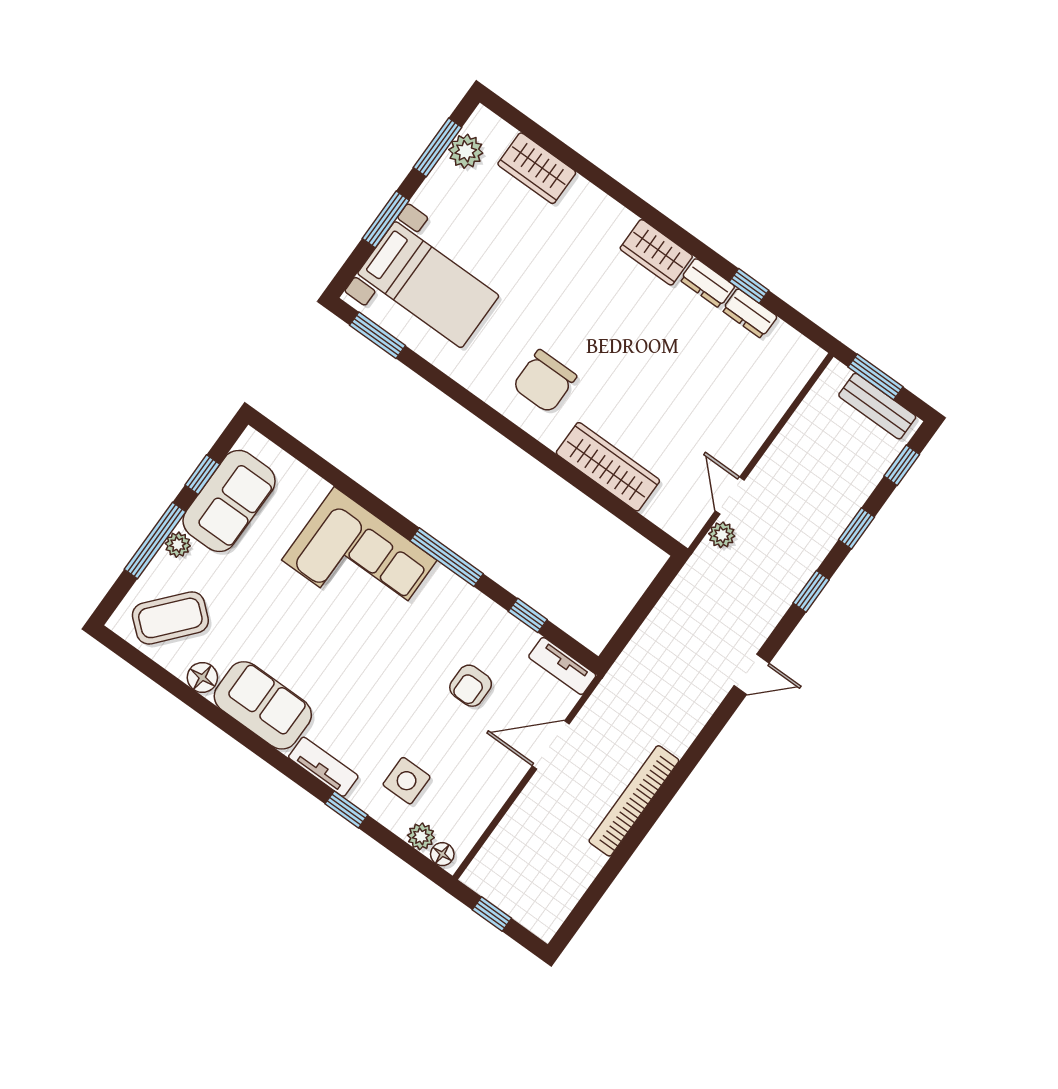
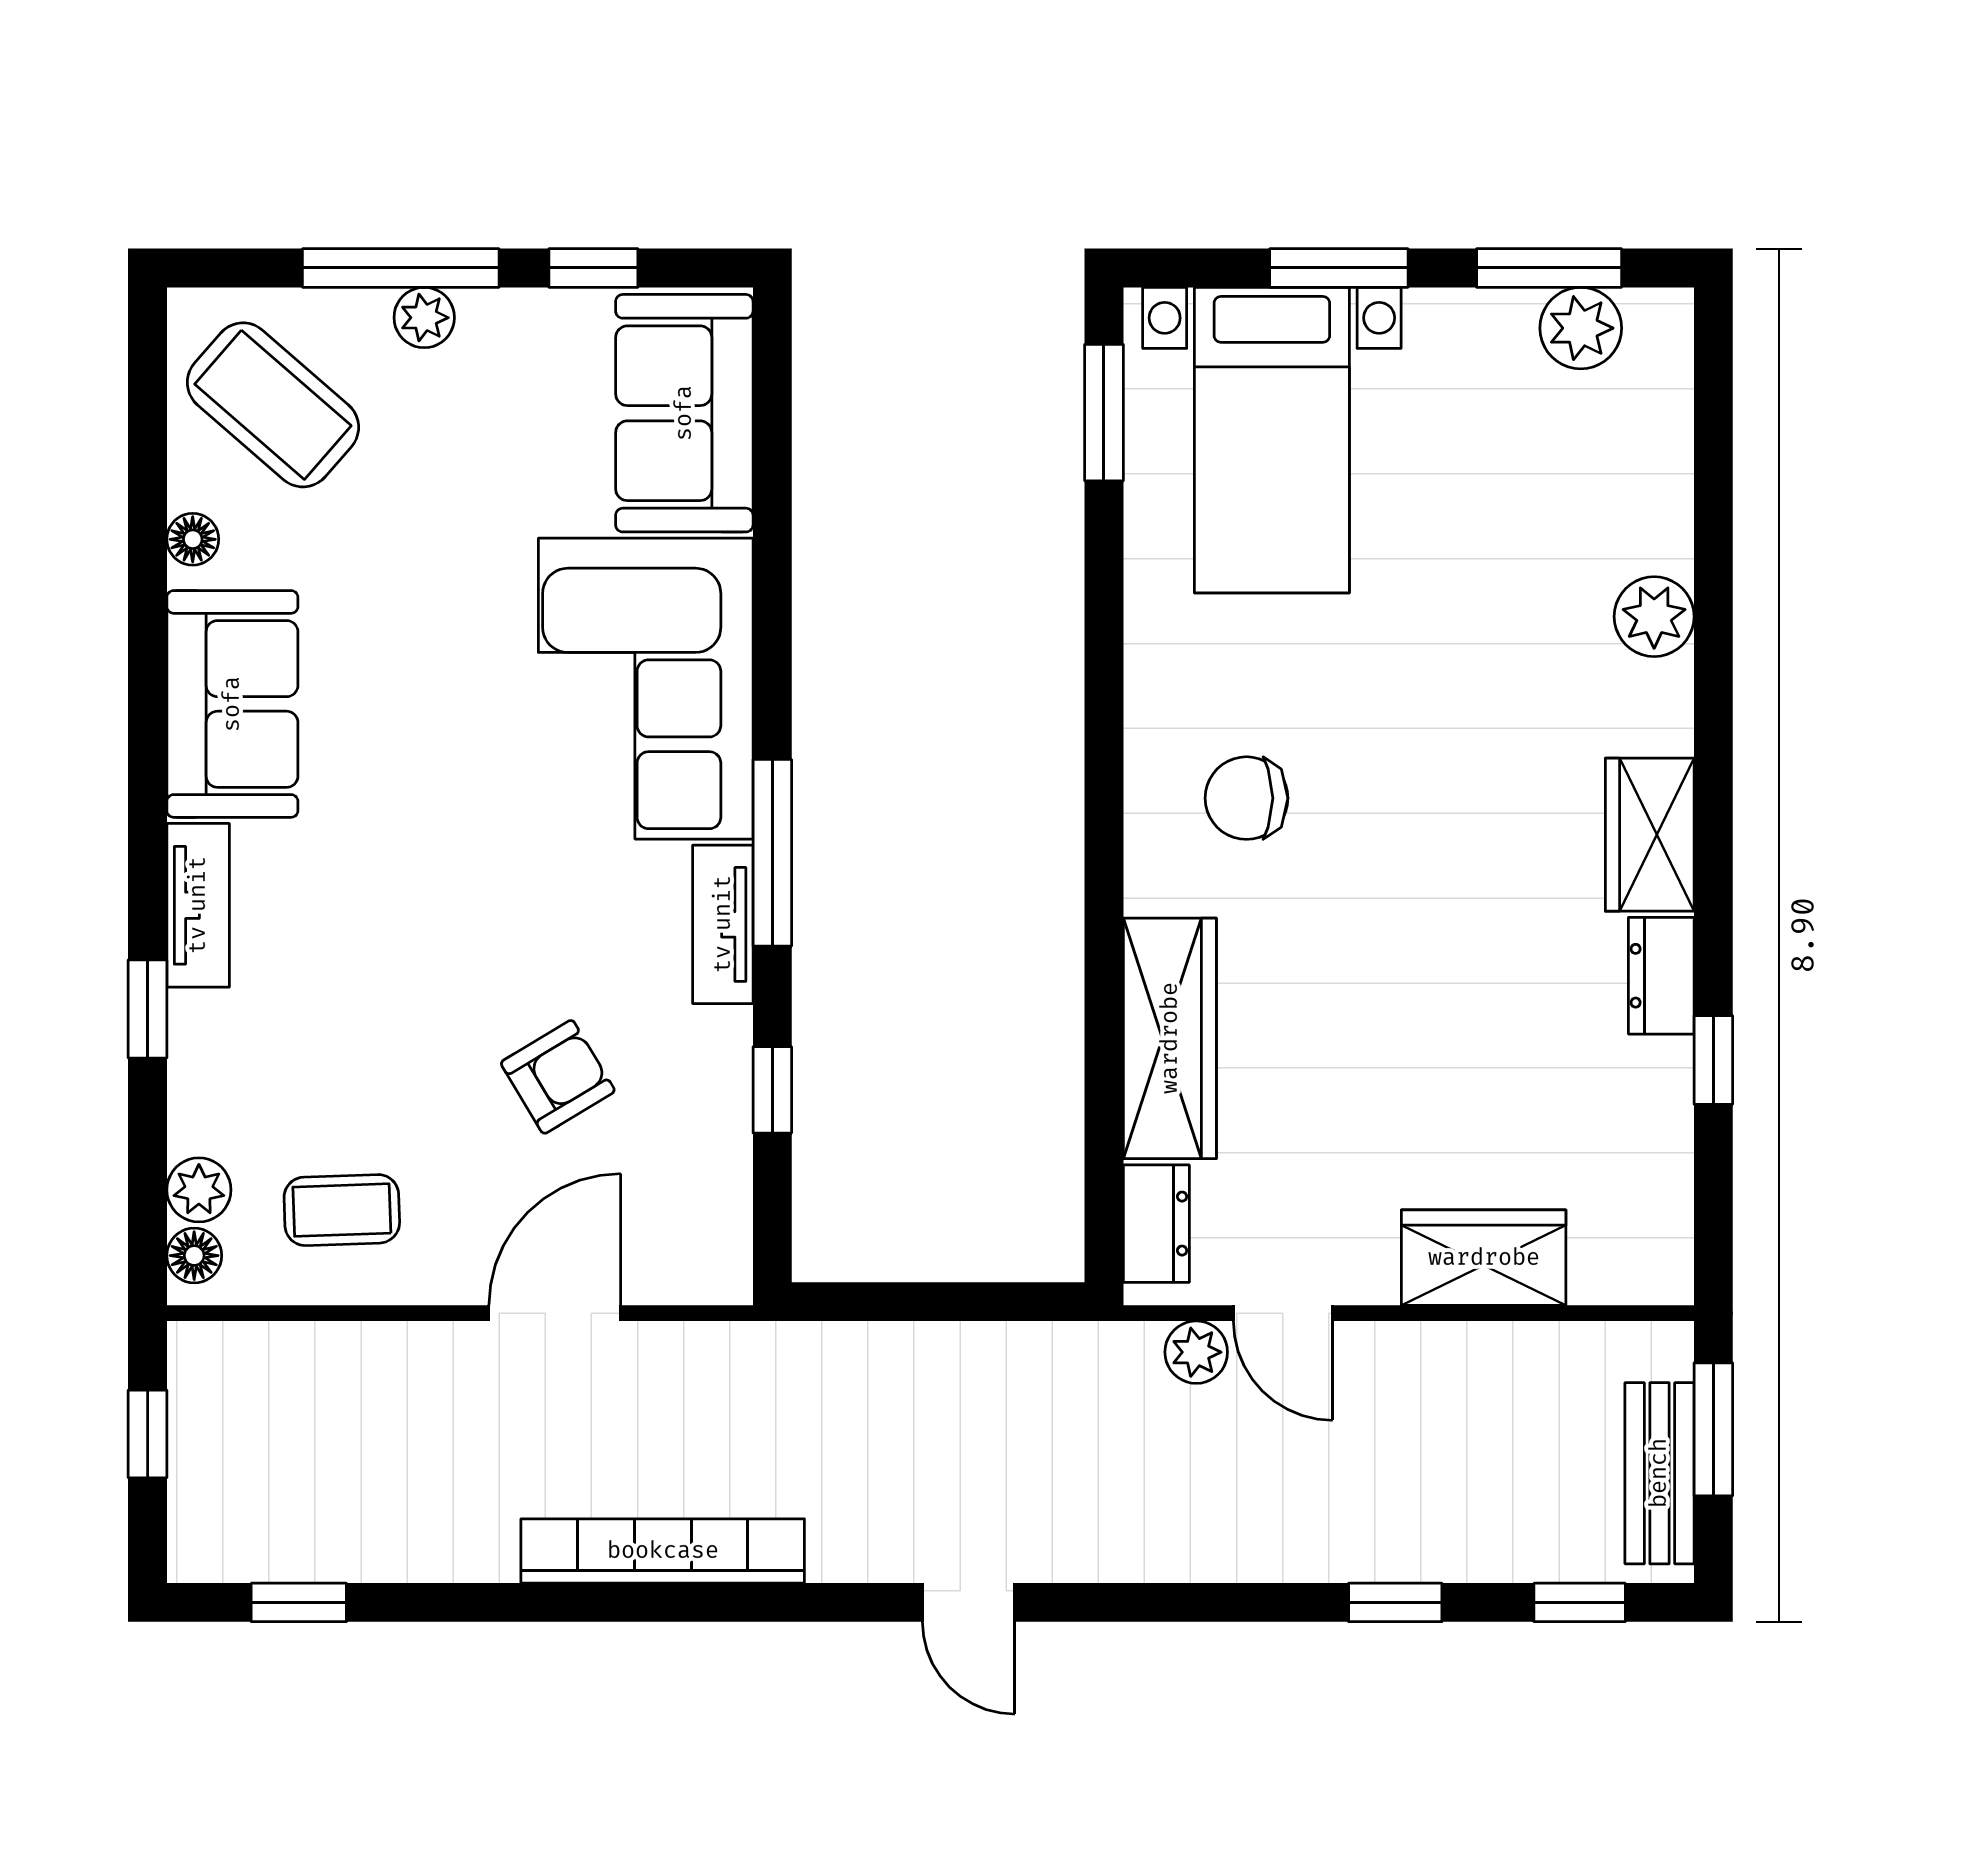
wardrobe: (537, 168) -> (1484, 1258), moved, turned 90
plant: (583, 197) -> (1654, 617), added
dresser: (750, 313) -> (1156, 1224), moved, turned 180
chair: (545, 381) -> (1247, 798), width x0.73, depth x0.73
door: (730, 496) -> (1283, 1313), swing flipped
sofa: (229, 501) -> (684, 413), moved, turned 90
window: (811, 591) -> (299, 1602), moved
tv unit: (562, 666) -> (723, 924), moved
floor lamp: (202, 678) -> (193, 539), width x0.73, depth x0.73
armchair: (471, 686) -> (558, 1077), turned 149
door: (551, 745) -> (555, 1313), hinge flipped
side table: (407, 781) -> (286, 1085), removed
coffee table: (463, 792) -> (342, 1210), added
bookcase: (634, 801) -> (663, 1551), moved

